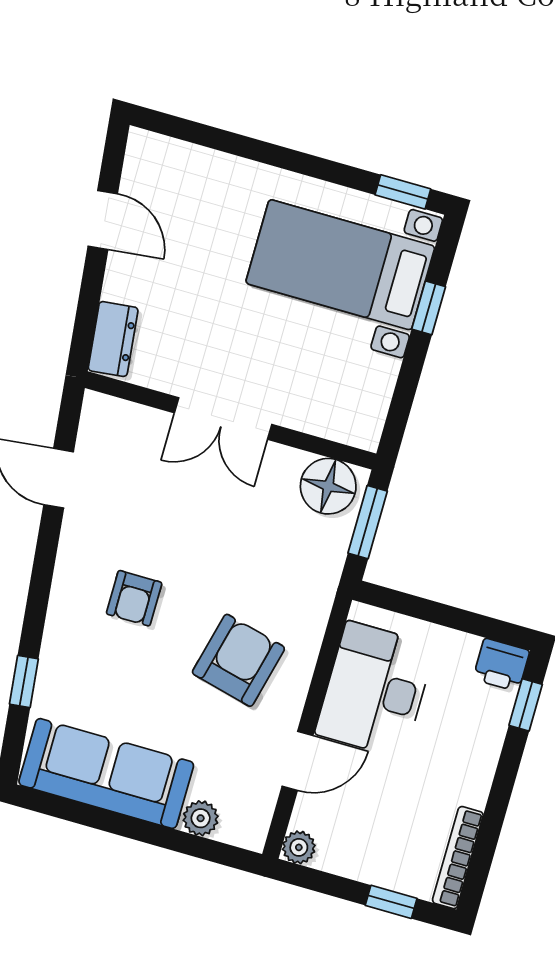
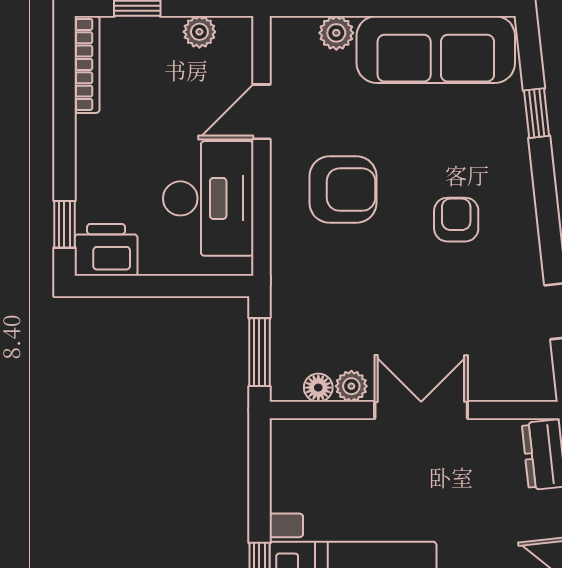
plant: (286, 462) -> (351, 386), added
floor lamp: (328, 486) -> (318, 388), width x0.53, depth x0.53
armchair: (238, 660) -> (343, 190), turned -104
printer: (501, 665) -> (106, 250), width x1.36, depth x1.24
plant: (299, 847) -> (199, 32), moved

